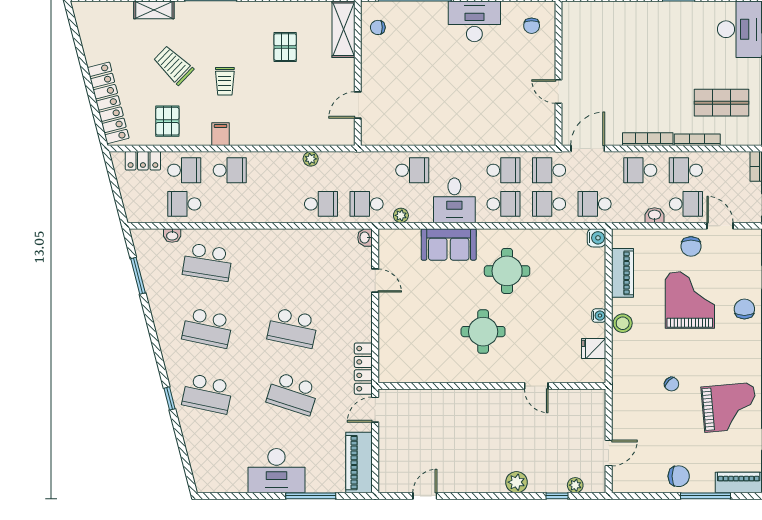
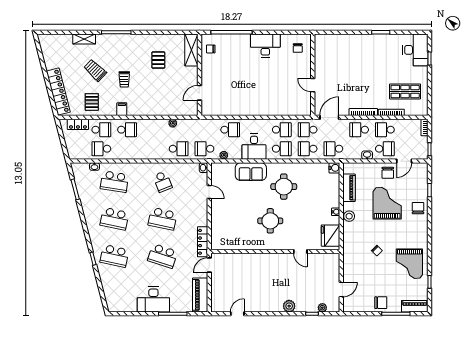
door: (720, 226) -> (404, 161), swing flipped
school desk: (293, 262) -> (163, 182), added
fridge: (594, 349) -> (330, 236), width x1.88, depth x1.34
grand piano: (729, 407) -> (409, 264), turned 95

